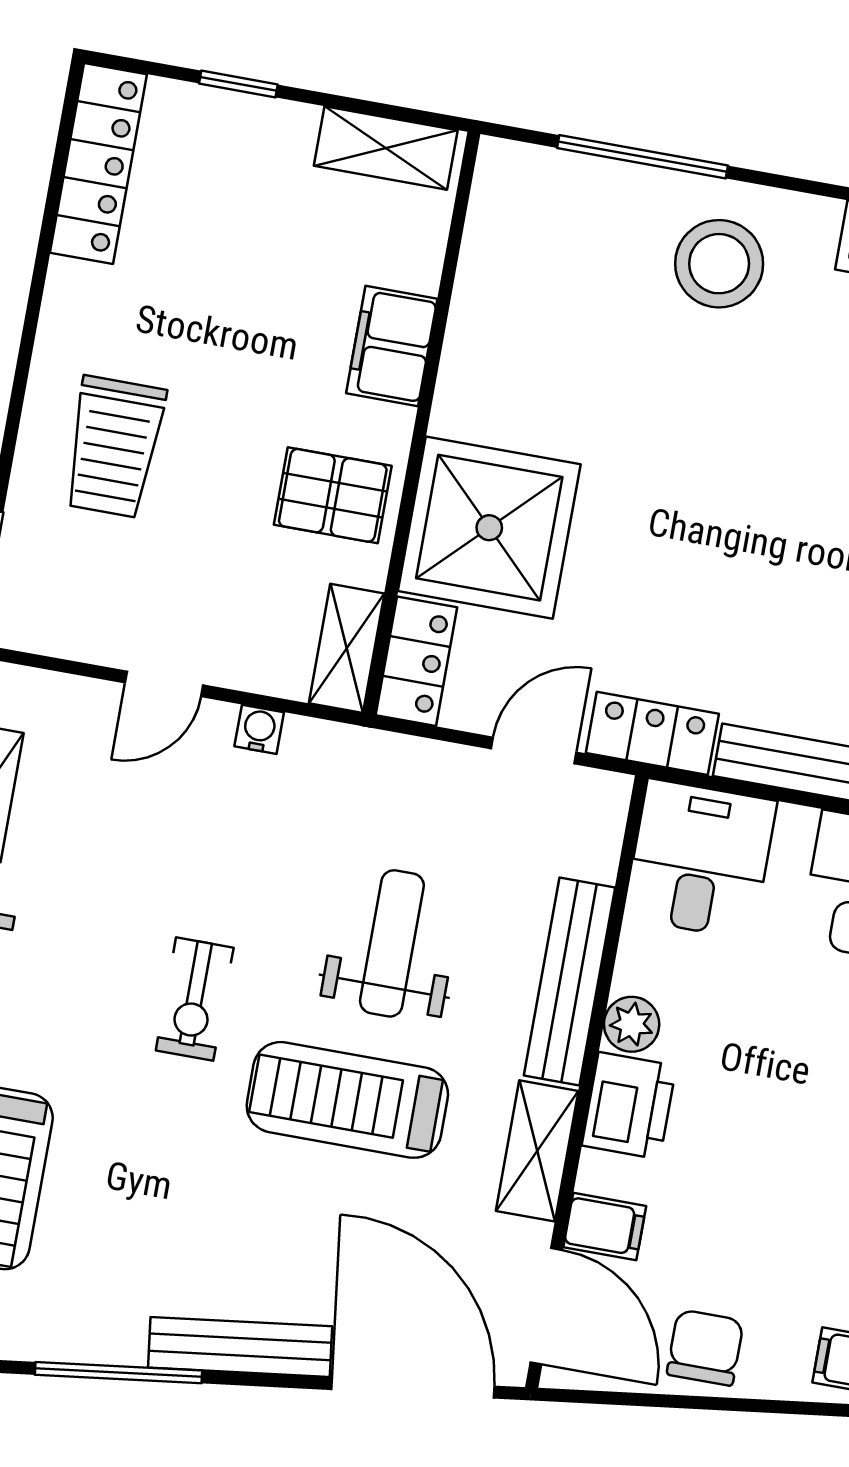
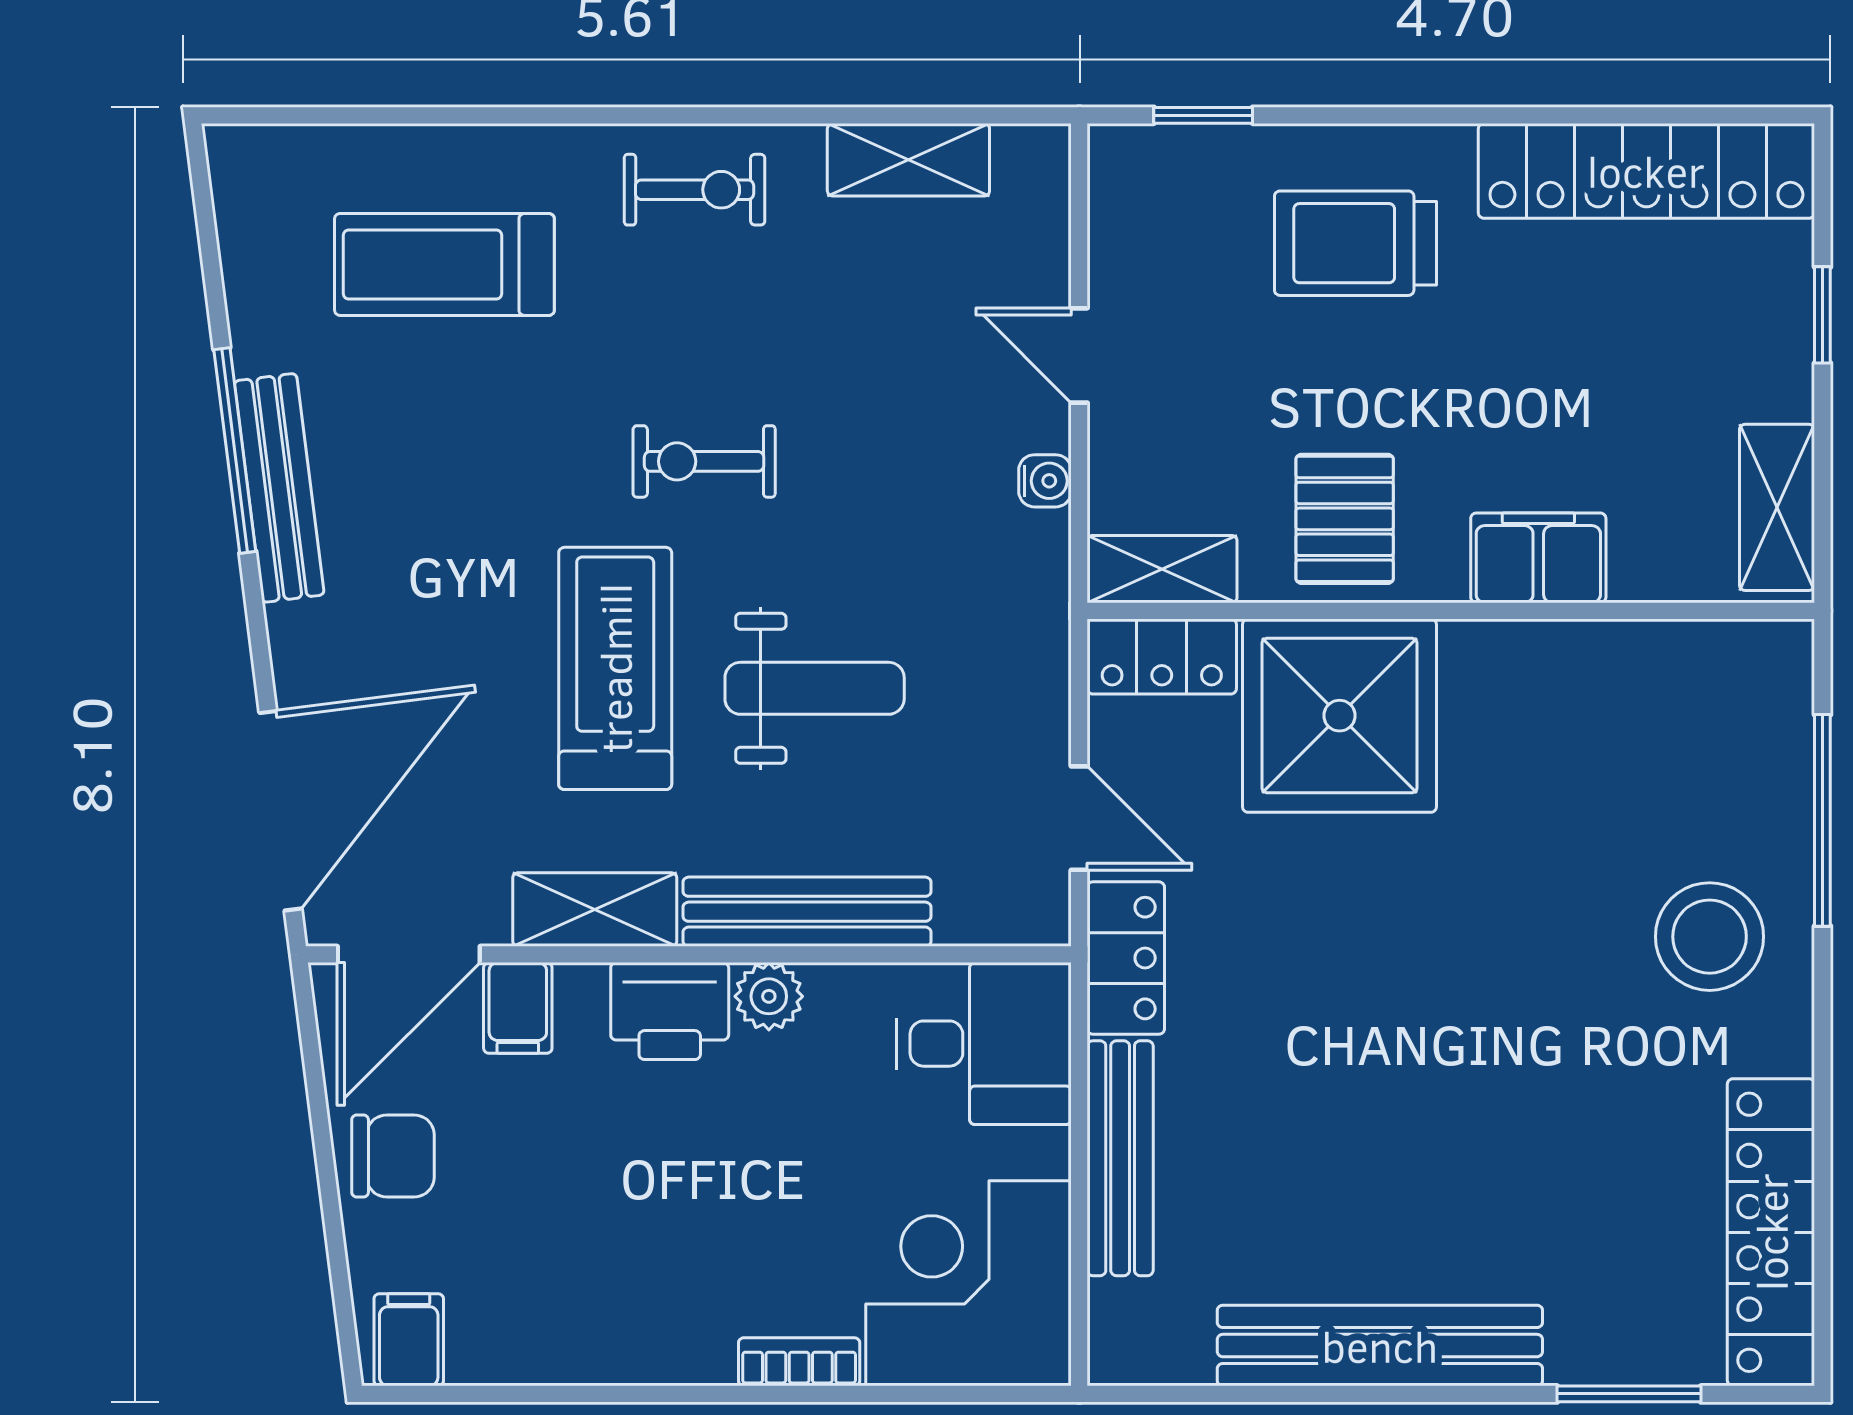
locker: (98, 163) -> (1646, 171), width x1.41, depth x1.21
bench: (240, 1347) -> (279, 488), moved

